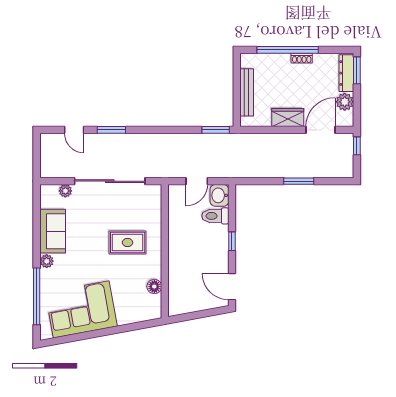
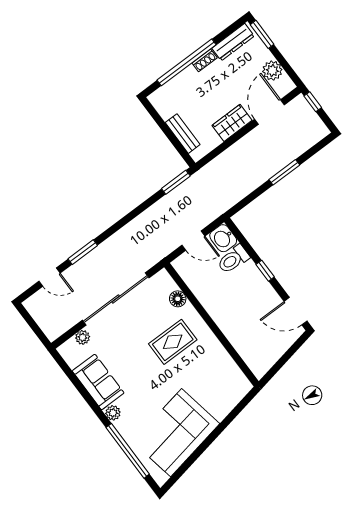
dresser: (346, 73) -> (233, 42), moved, turned -90
bench: (247, 92) -> (183, 134), width x0.73
door: (197, 181) -> (193, 241), hinge flipped
floor lamp: (154, 287) -> (178, 299), moved

